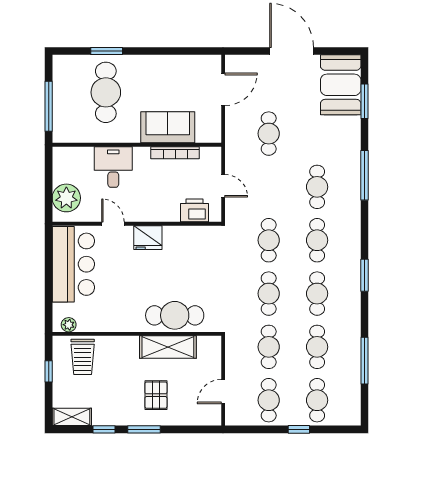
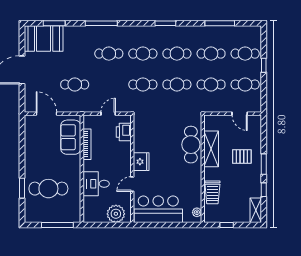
sofa: (168, 127) -> (71, 137), moved
trolley: (83, 357) -> (212, 192), moved, turned 90

